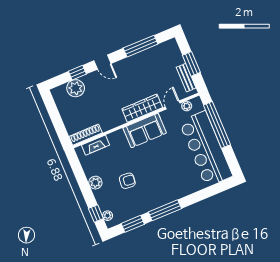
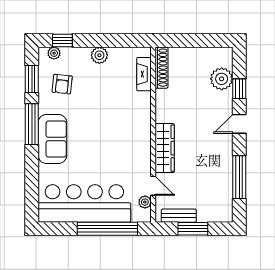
sofa: (145, 130) -> (52, 139), moved, turned 180
armchair: (127, 181) -> (62, 84), moved

